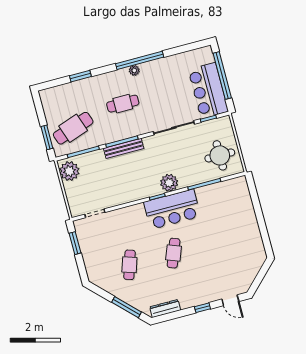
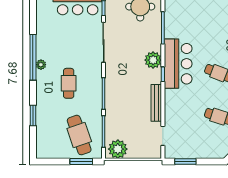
bench: (124, 148) -> (156, 103), moved

